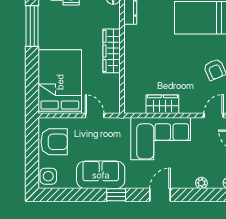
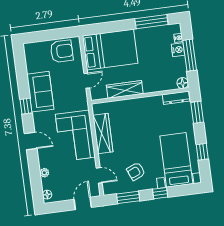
wardrobe: (112, 51) -> (125, 89), moved
wardrobe: (162, 104) -> (103, 133), width x1.50
armchair: (54, 142) -> (62, 51), turned -90
side table: (48, 176) -> (34, 50), removed

